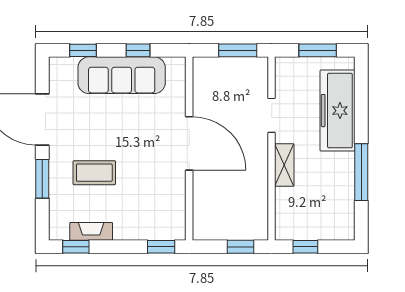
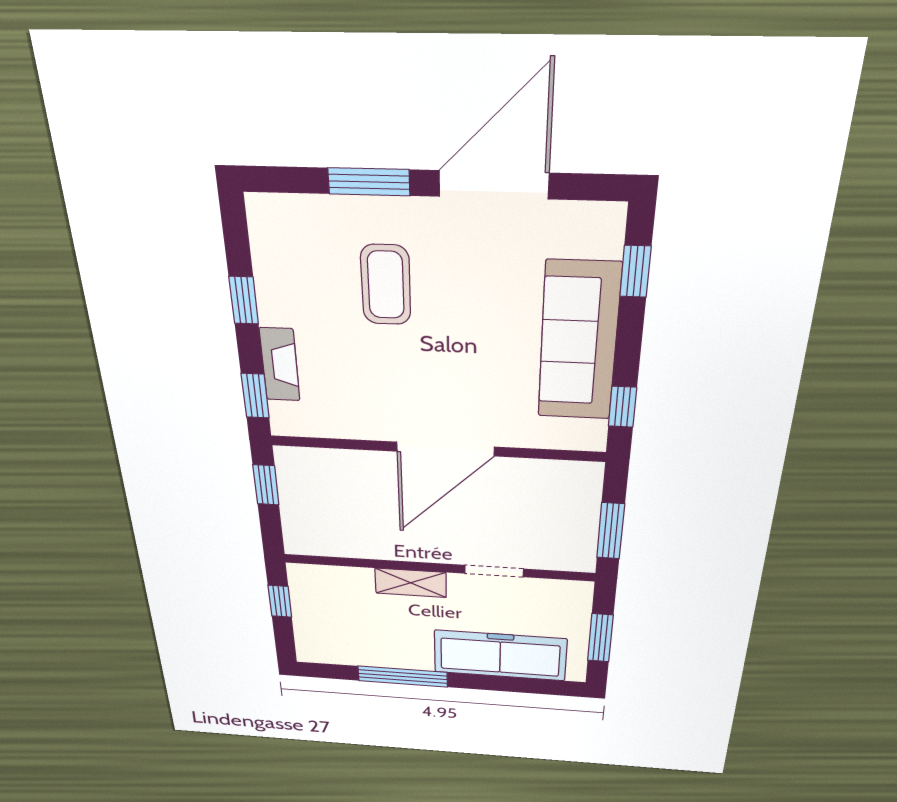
window: (138, 50) -> (623, 407), moved
fireplace: (91, 231) -> (280, 365), moved
window: (76, 247) -> (244, 300), moved
window: (240, 247) -> (266, 485), moved

